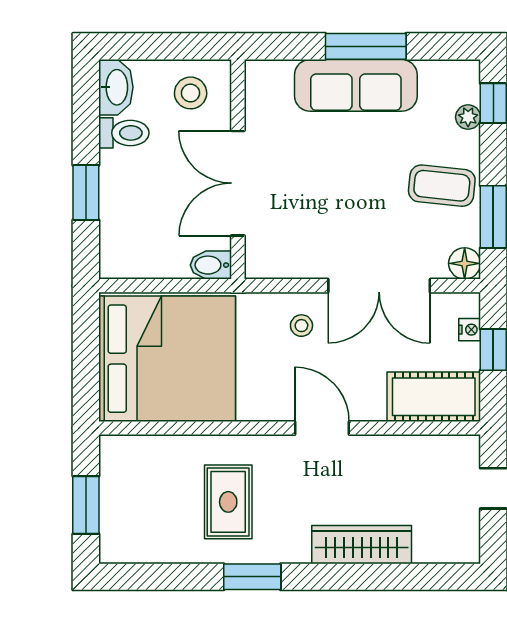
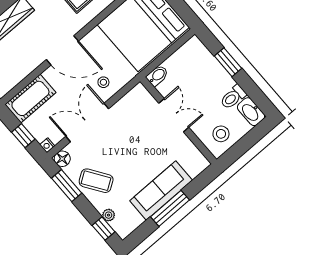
double door: (238, 183) -> (174, 115), width x0.73
coffee table: (442, 186) -> (96, 181), turned 50
nightstand: (470, 330) -> (47, 145), moved
door: (322, 428) -> (62, 50), width x1.36

